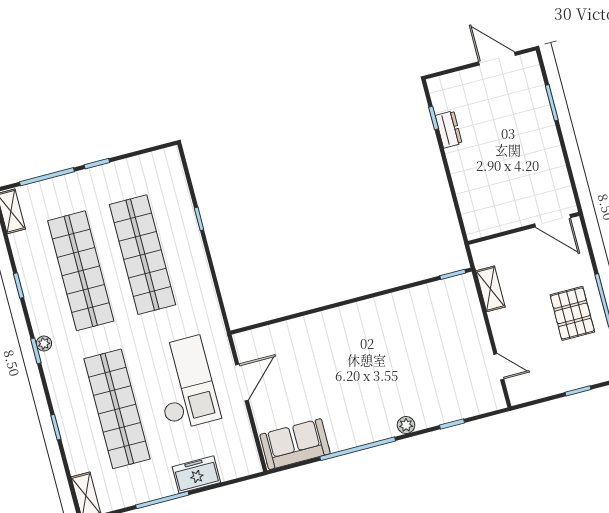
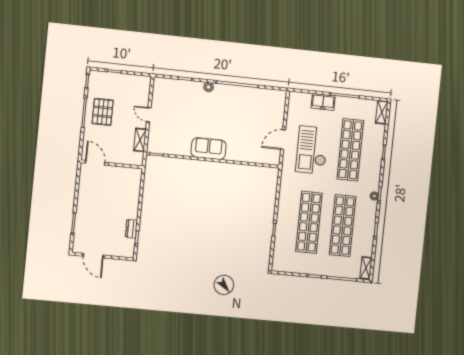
door: (499, 367) -> (149, 115), moved
sofa: (295, 444) -> (209, 149), moved, turned 180

